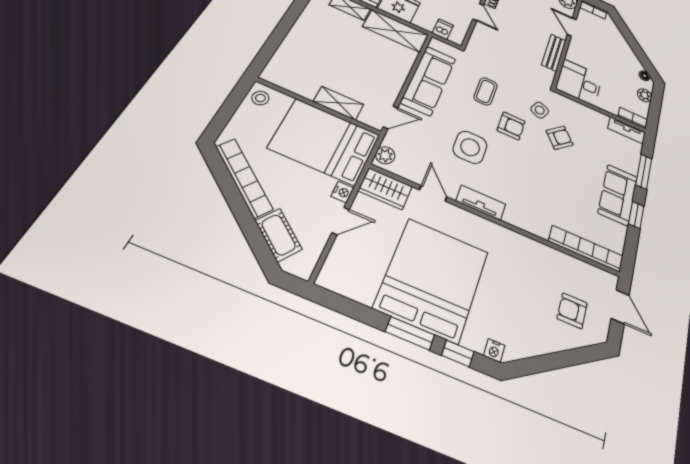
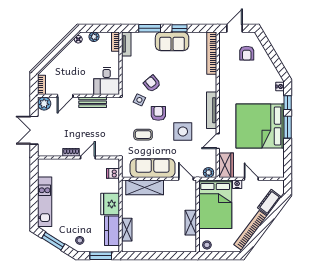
shelving: (396, 31) -> (145, 187), moved, turned 90
shelving: (339, 103) -> (191, 223), moved
tv unit: (481, 203) -> (212, 110), width x1.41

